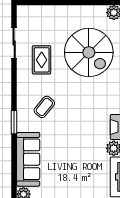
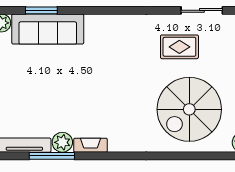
coffee table: (44, 107) -> (117, 50), removed
window: (14, 122) -> (41, 10), moved

